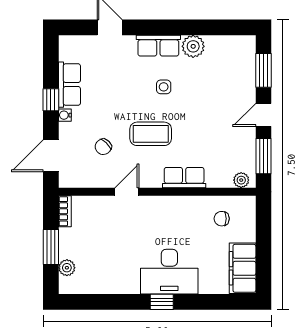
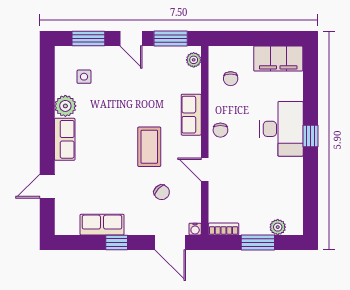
side table: (164, 87) -> (84, 77), moved
water cooler: (65, 115) -> (195, 229), moved
chair: (168, 208) -> (220, 130), added

